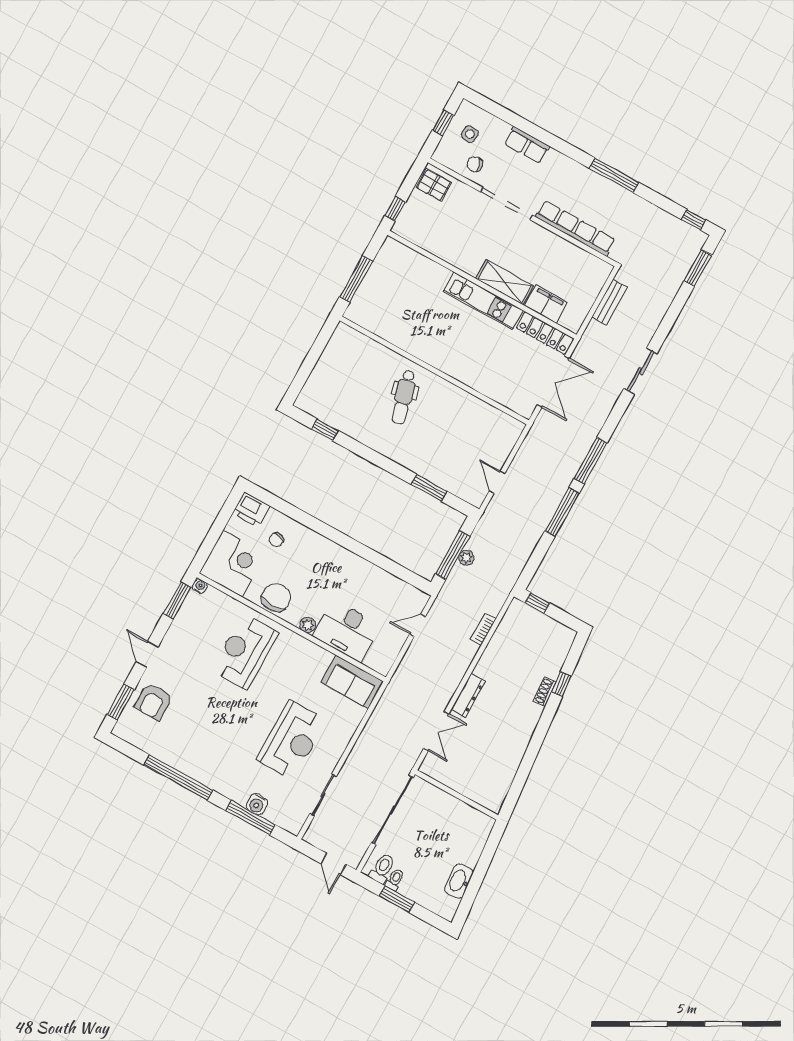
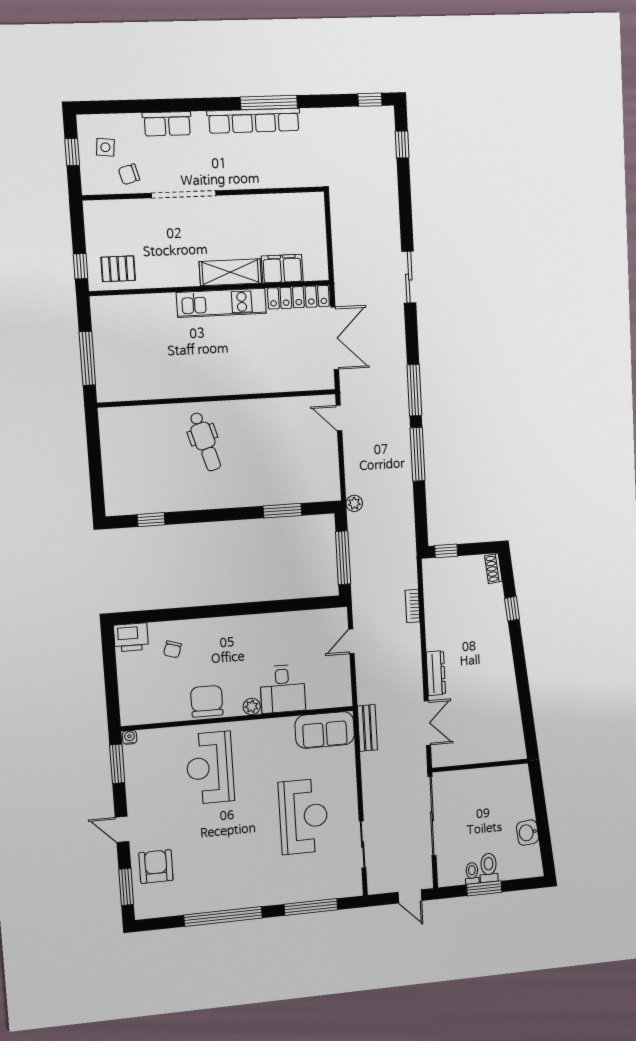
pallet: (434, 185) -> (118, 269), moved
row of seats: (575, 228) -> (254, 121), moved, turned 180
window: (698, 268) -> (402, 145), width x0.67
bench: (609, 302) -> (367, 728), moved
door: (497, 482) -> (339, 418), moved
plant: (466, 558) -> (354, 503), moved
corner desk: (233, 564) -> (146, 697), removed
desk: (347, 631) -> (283, 689), width x0.73
shoe rack: (545, 692) -> (493, 569), moved
armchair: (153, 701) -> (156, 867), turned 180
water cooler: (257, 804) -> (309, 892), removed
toilet: (382, 868) -> (489, 868), moved
washbasin: (459, 881) -> (528, 833), width x0.72

